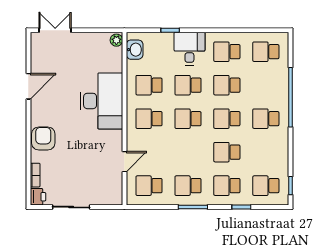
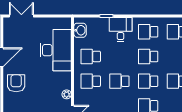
plant: (116, 40) -> (67, 94), moved
school desk: (188, 85) -> (119, 56), removed
desk: (101, 101) -> (56, 50), moved
armchair: (43, 138) -> (16, 83), moved

